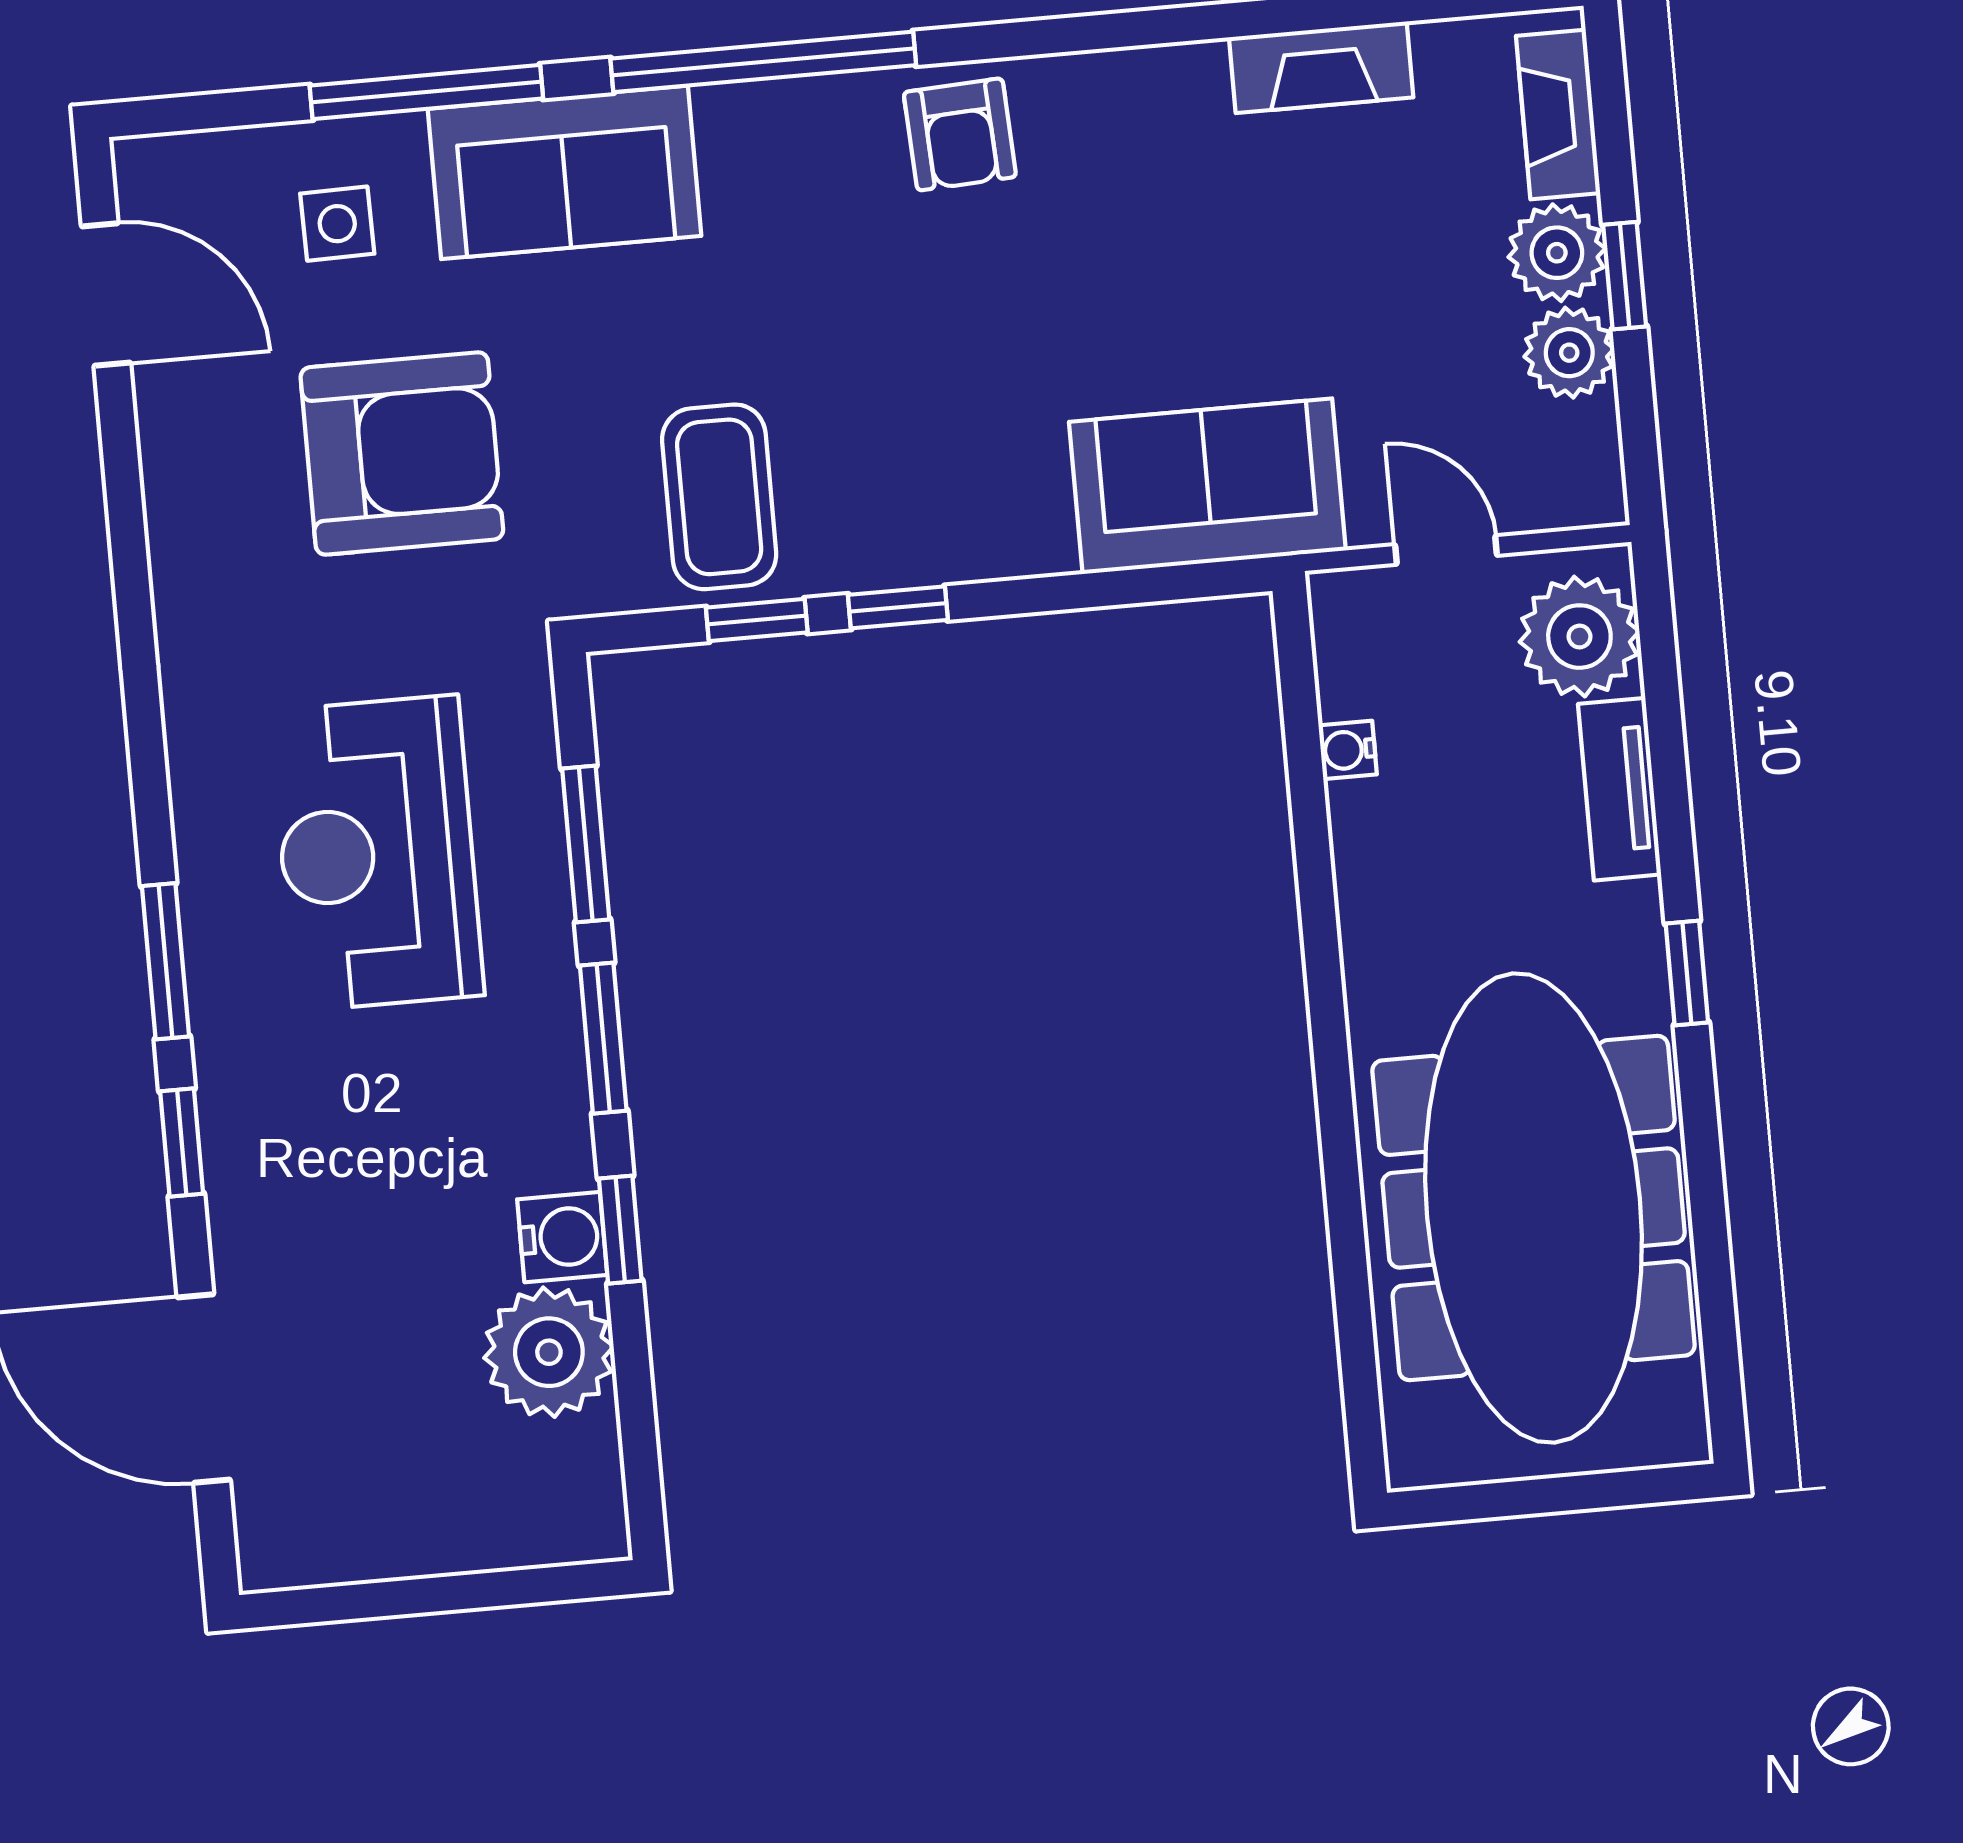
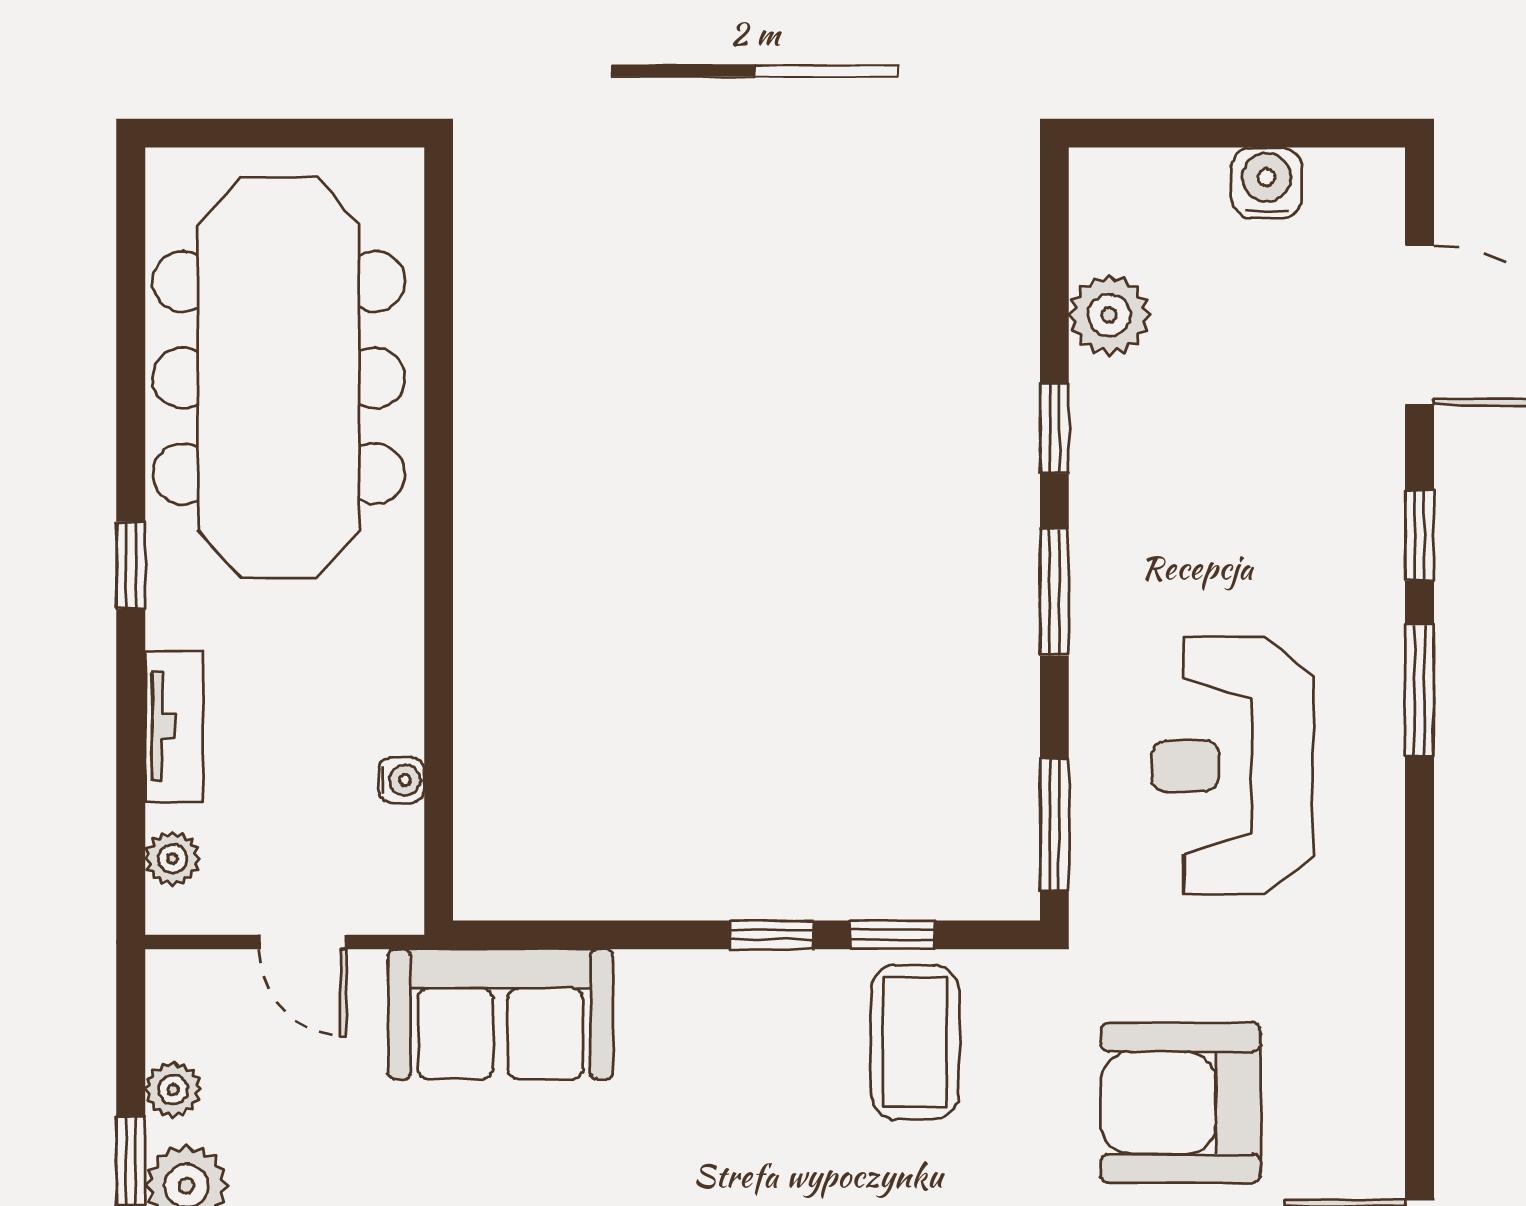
plant: (1569, 353) -> (173, 1090), width x0.73, depth x0.73
plant: (1579, 637) -> (172, 859), width x0.53, depth x0.53
window: (586, 844) -> (1054, 825), moved
reception desk: (377, 853) -> (1232, 766), turned 180
water cooler: (562, 1237) -> (1267, 183), moved, turned 90
plant: (549, 1352) -> (1109, 315), width x0.73, depth x0.73

